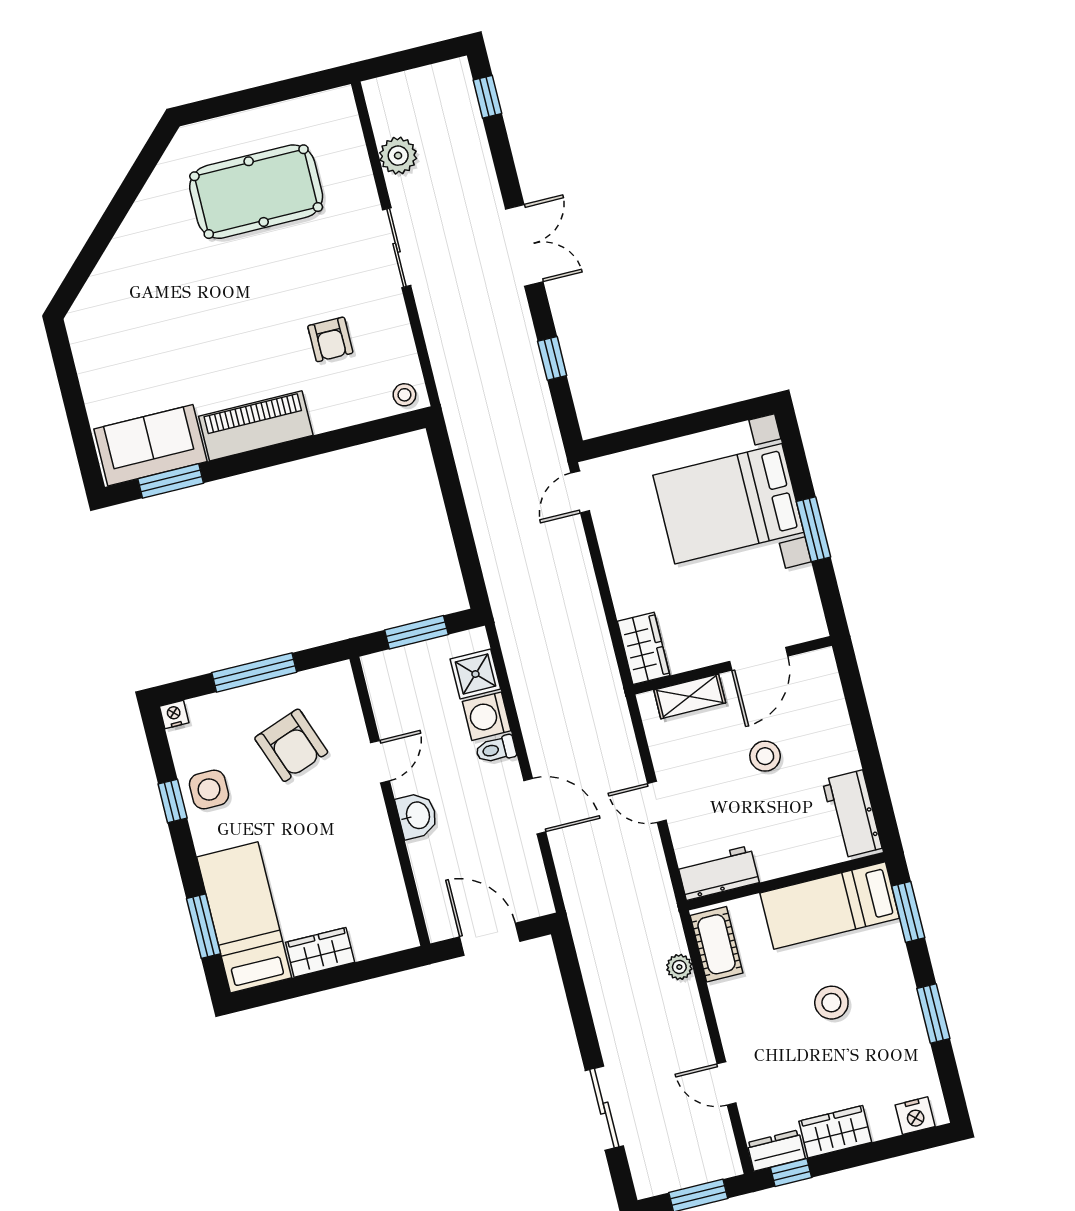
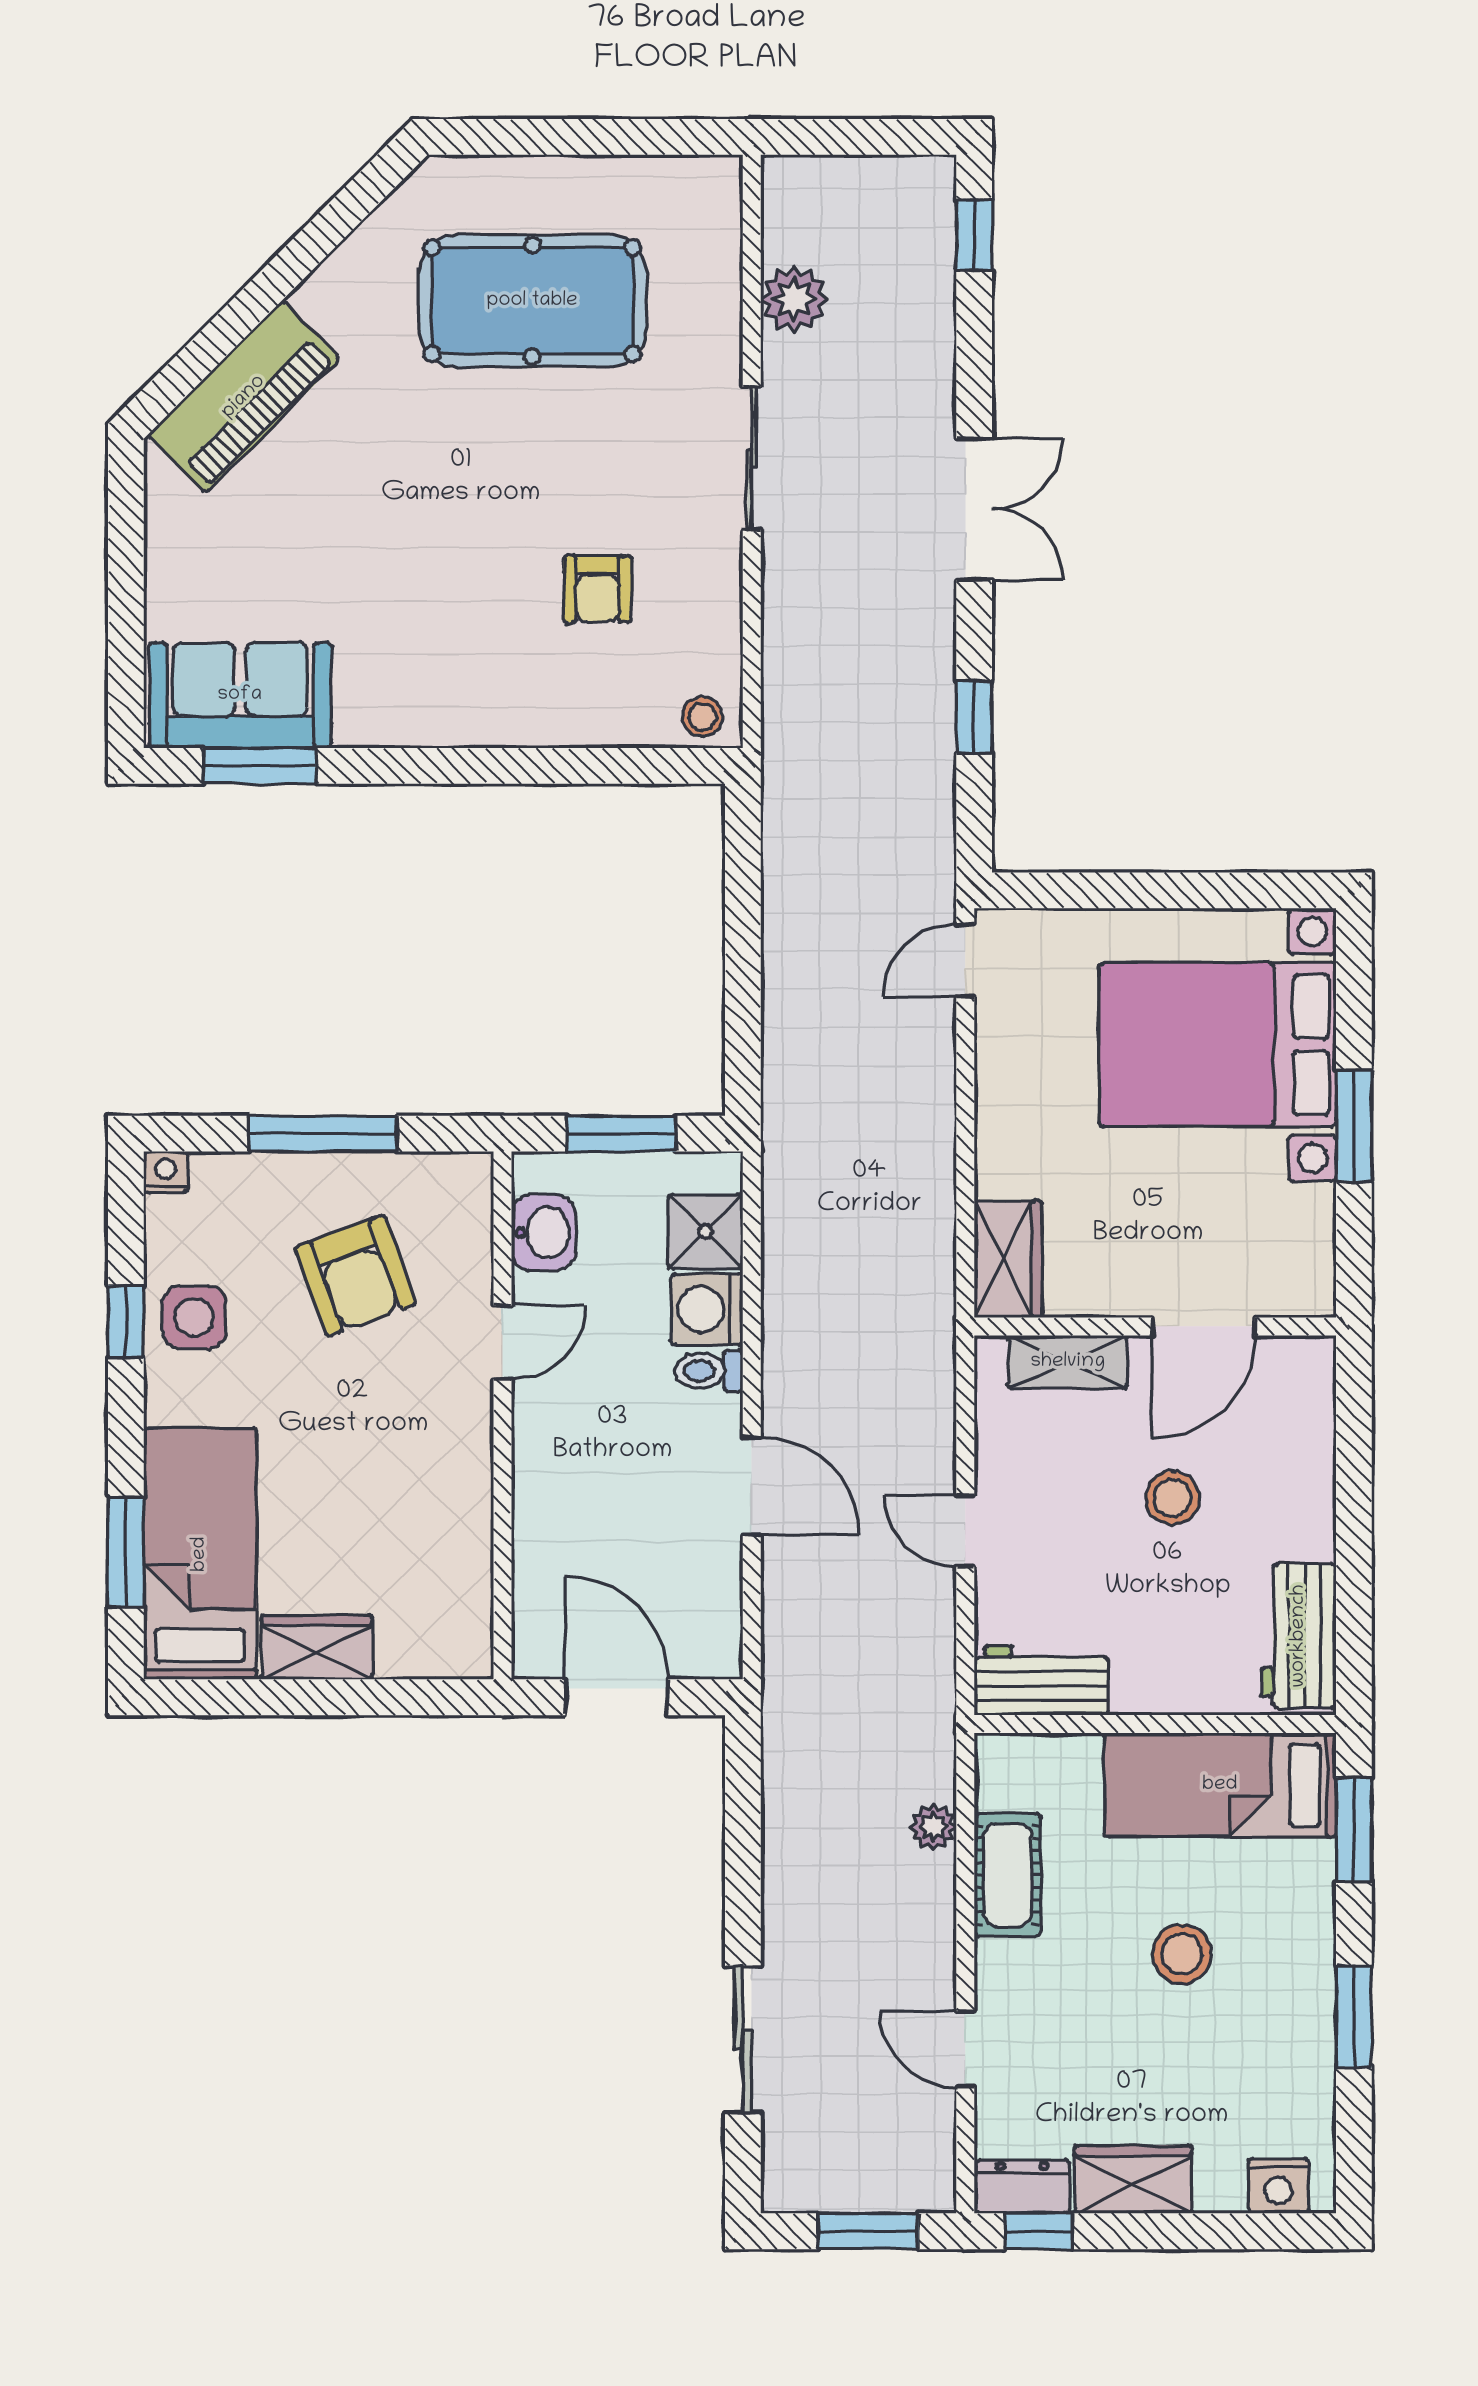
piano: (256, 426) -> (244, 397), moved, turned 135
washbasin: (417, 816) -> (543, 1233), moved
cot: (716, 944) -> (1008, 1875), moved

